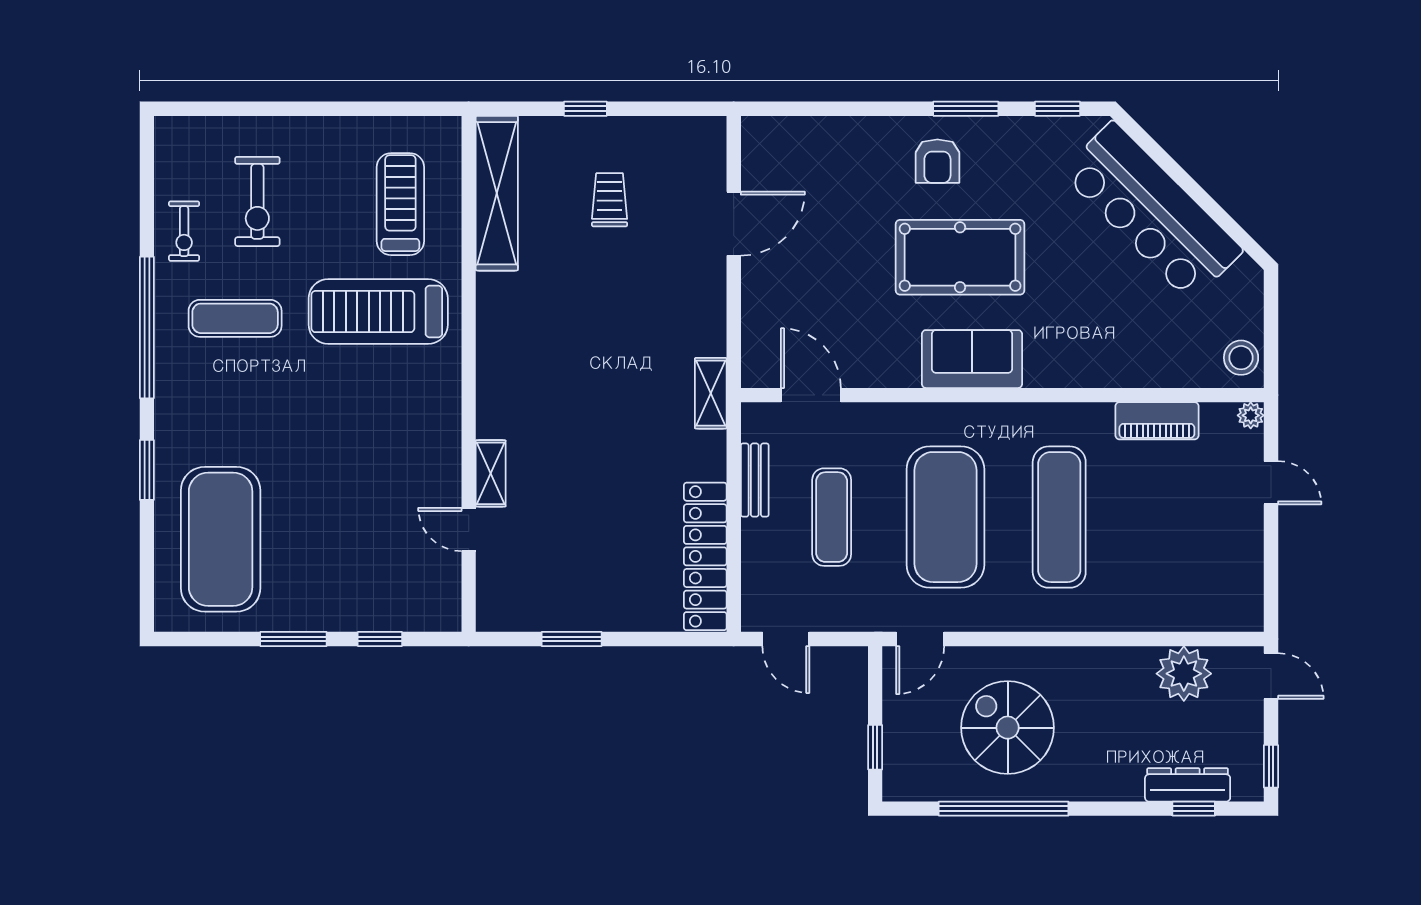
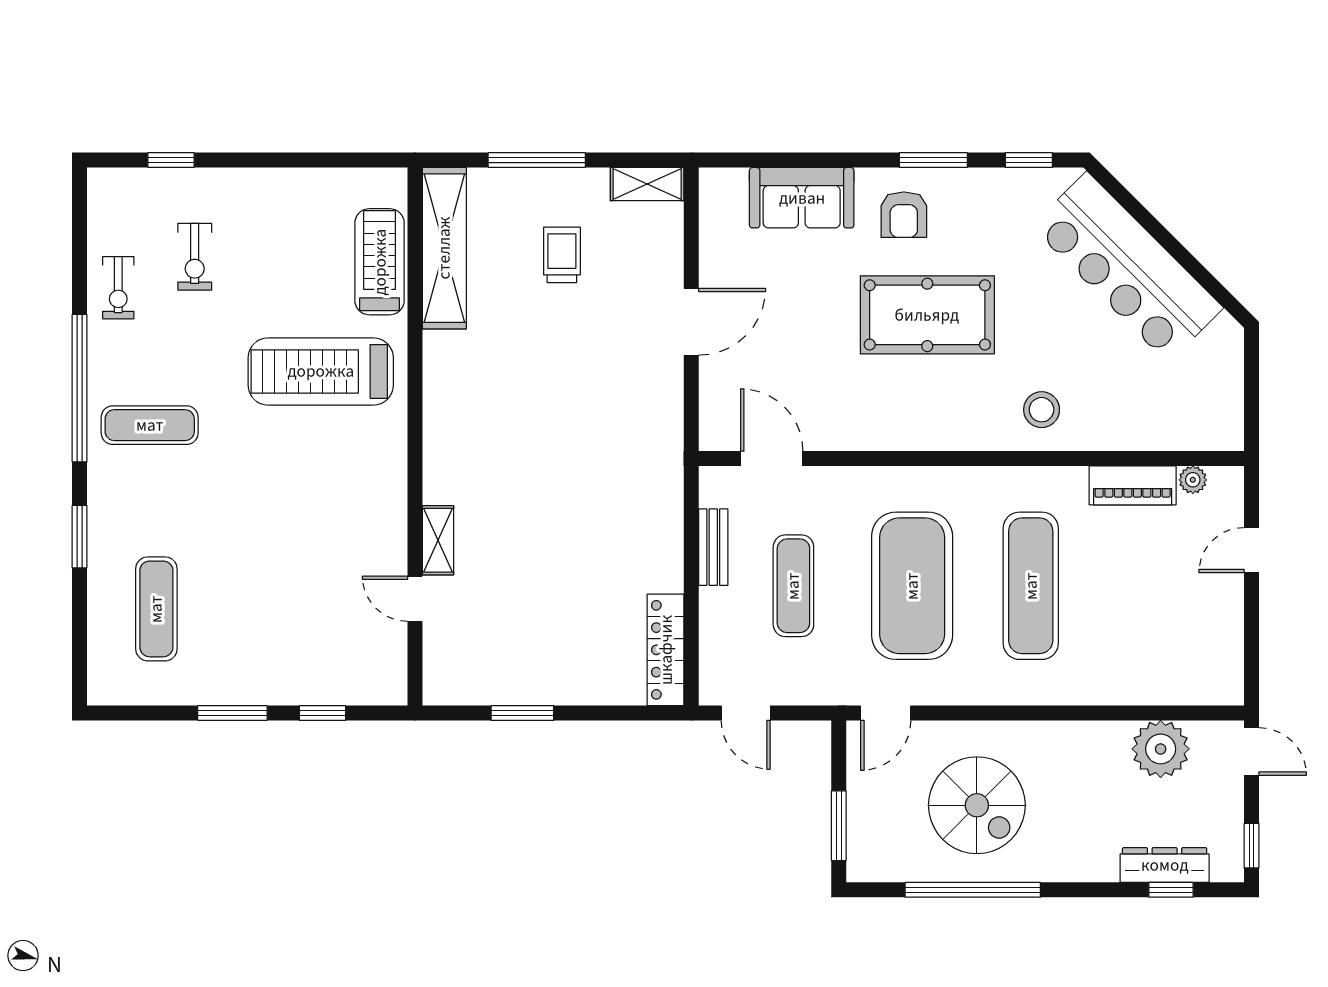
window: (235, 109) -> (171, 160), added
window: (585, 109) -> (537, 160), width x2.17
exercise bike: (257, 201) -> (195, 257), width x0.73, depth x0.72
treadmill: (400, 204) -> (380, 262), moved
door: (734, 224) -> (691, 322), moved
exercise mat: (235, 318) -> (150, 425), moved
stool: (1241, 358) -> (1042, 410), moved
sofa: (972, 359) -> (802, 198), moved, turned 180
shelving: (711, 393) -> (647, 184), moved, turned 90
plant: (1251, 415) -> (1193, 480), moved
door: (1271, 483) -> (1252, 550), swing flipped
exercise mat: (221, 539) -> (156, 609), width x0.50, depth x0.69
locker: (705, 556) -> (666, 650), width x0.71, depth x0.83
spiral stairs: (1008, 728) -> (977, 805), turned 180
window: (875, 747) -> (839, 826), width x1.50

